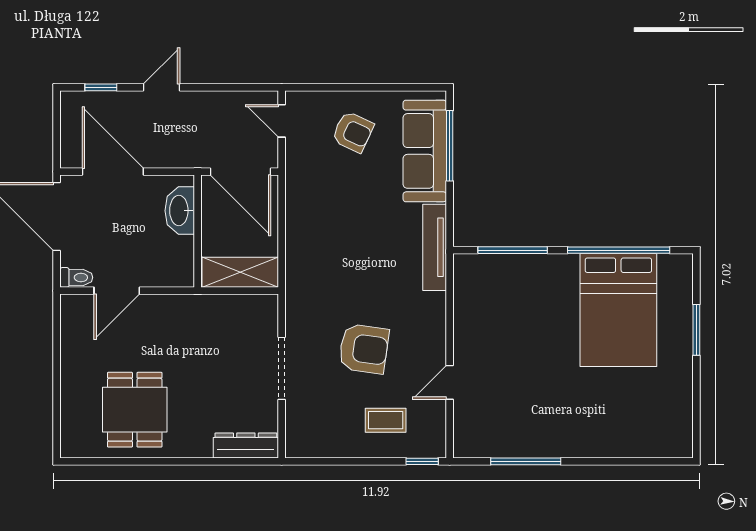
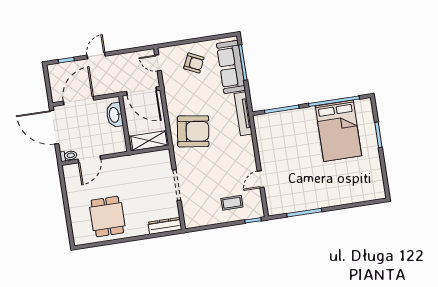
door: (113, 172) -> (79, 101), hinge flipped
armchair: (364, 349) -> (193, 131), moved, width x1.36, depth x1.36

